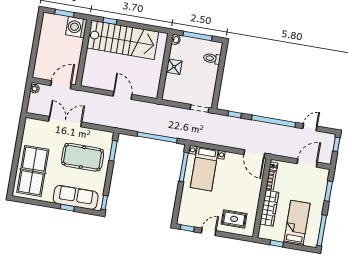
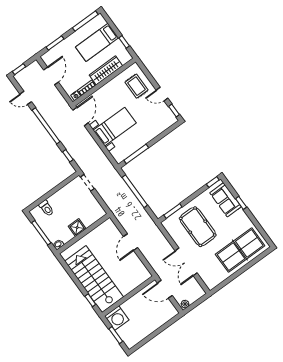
door: (307, 163) -> (51, 76), swing flipped
bed with nightstands: (204, 169) -> (115, 127), moved
sofa: (76, 197) -> (225, 200), width x0.73

